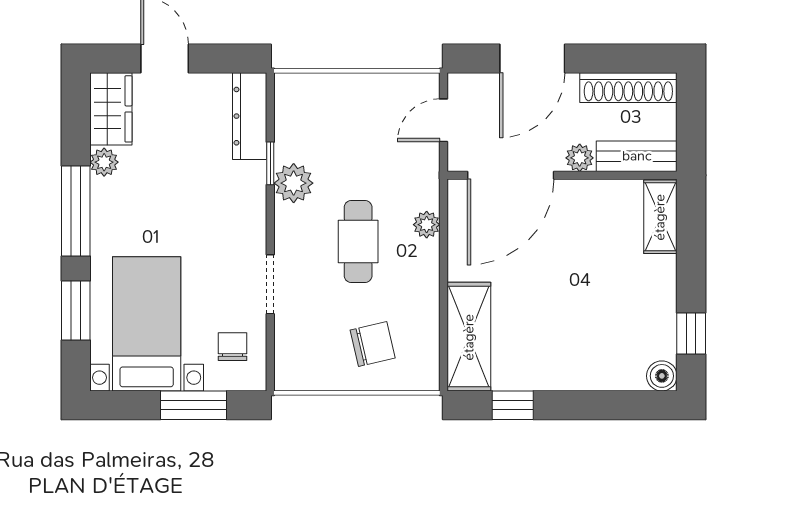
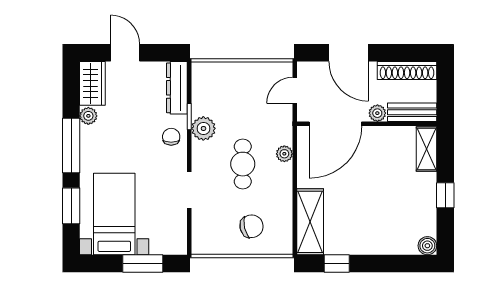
door: (532, 59) -> (349, 53), hinge flipped
window: (691, 334) -> (445, 195), moved
chair: (232, 347) -> (171, 137), moved

